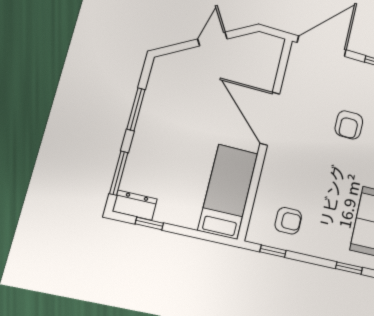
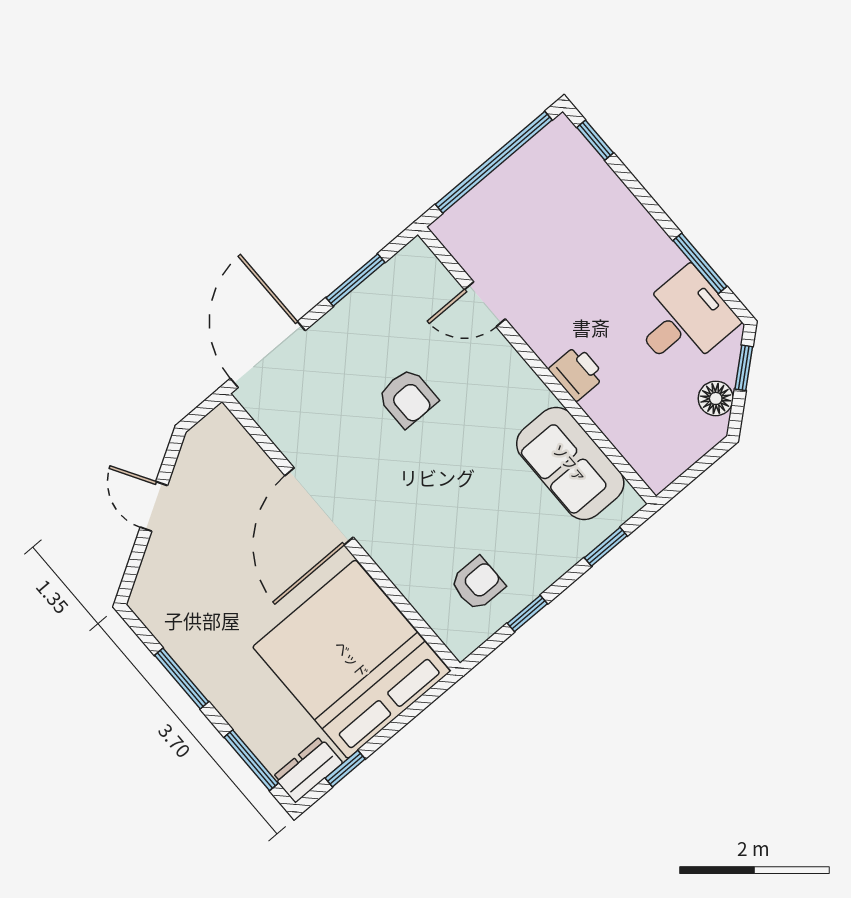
door: (270, 119) -> (319, 506), hinge flipped
bed: (228, 192) -> (352, 659), width x2.04
window: (273, 251) -> (527, 614), moved

